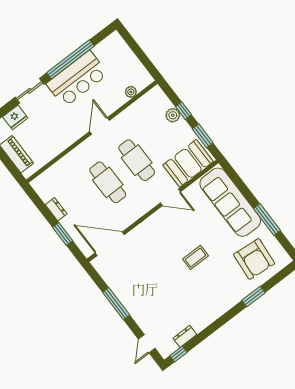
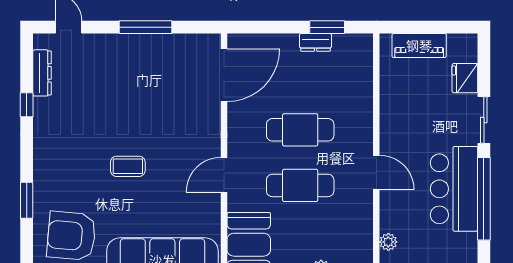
door: (170, 197) -> (224, 175), moved
window: (63, 234) -> (327, 27), moved
coffee table: (195, 257) -> (128, 166), turned 90
dresser: (185, 336) -> (42, 73), width x1.44
window: (179, 354) -> (27, 105), moved

